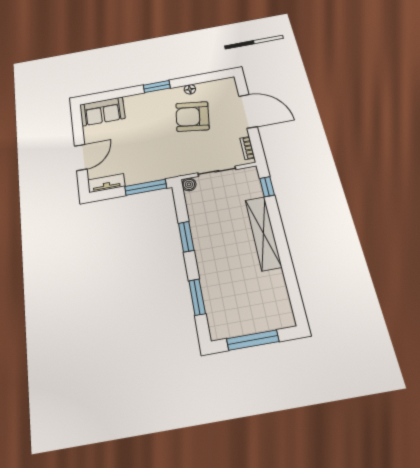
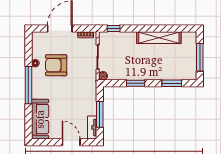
window: (157, 87) -> (28, 85), width x2.11
sofa: (102, 111) -> (40, 119), width x1.36
armchair: (192, 116) -> (56, 65), turned 82
window: (146, 187) -> (100, 114), moved
shelving: (263, 233) -> (159, 38), moved

